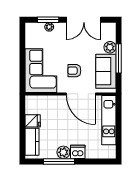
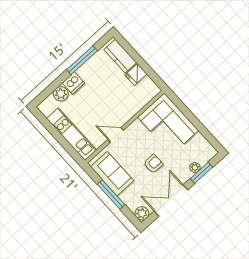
plant: (110, 47) -> (142, 213), moved
armchair: (74, 71) -> (153, 164), moved
door: (81, 94) -> (116, 135), width x0.53
plant: (63, 152) -> (61, 94), moved

